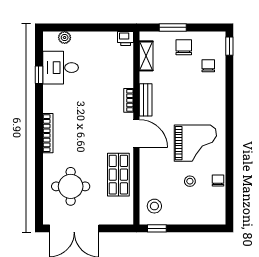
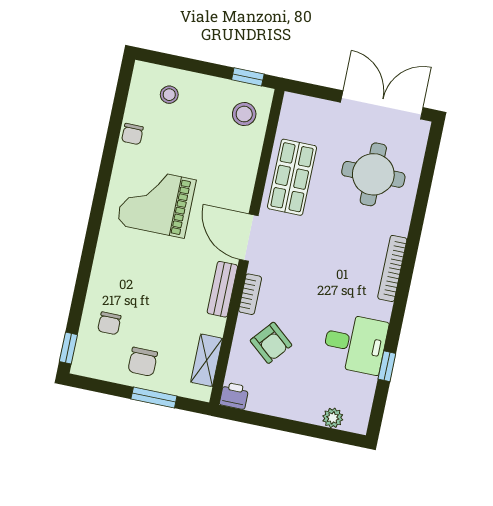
desk: (61, 68) -> (355, 343), moved
armchair: (110, 74) -> (271, 343), added
stool: (190, 181) -> (169, 95), moved

